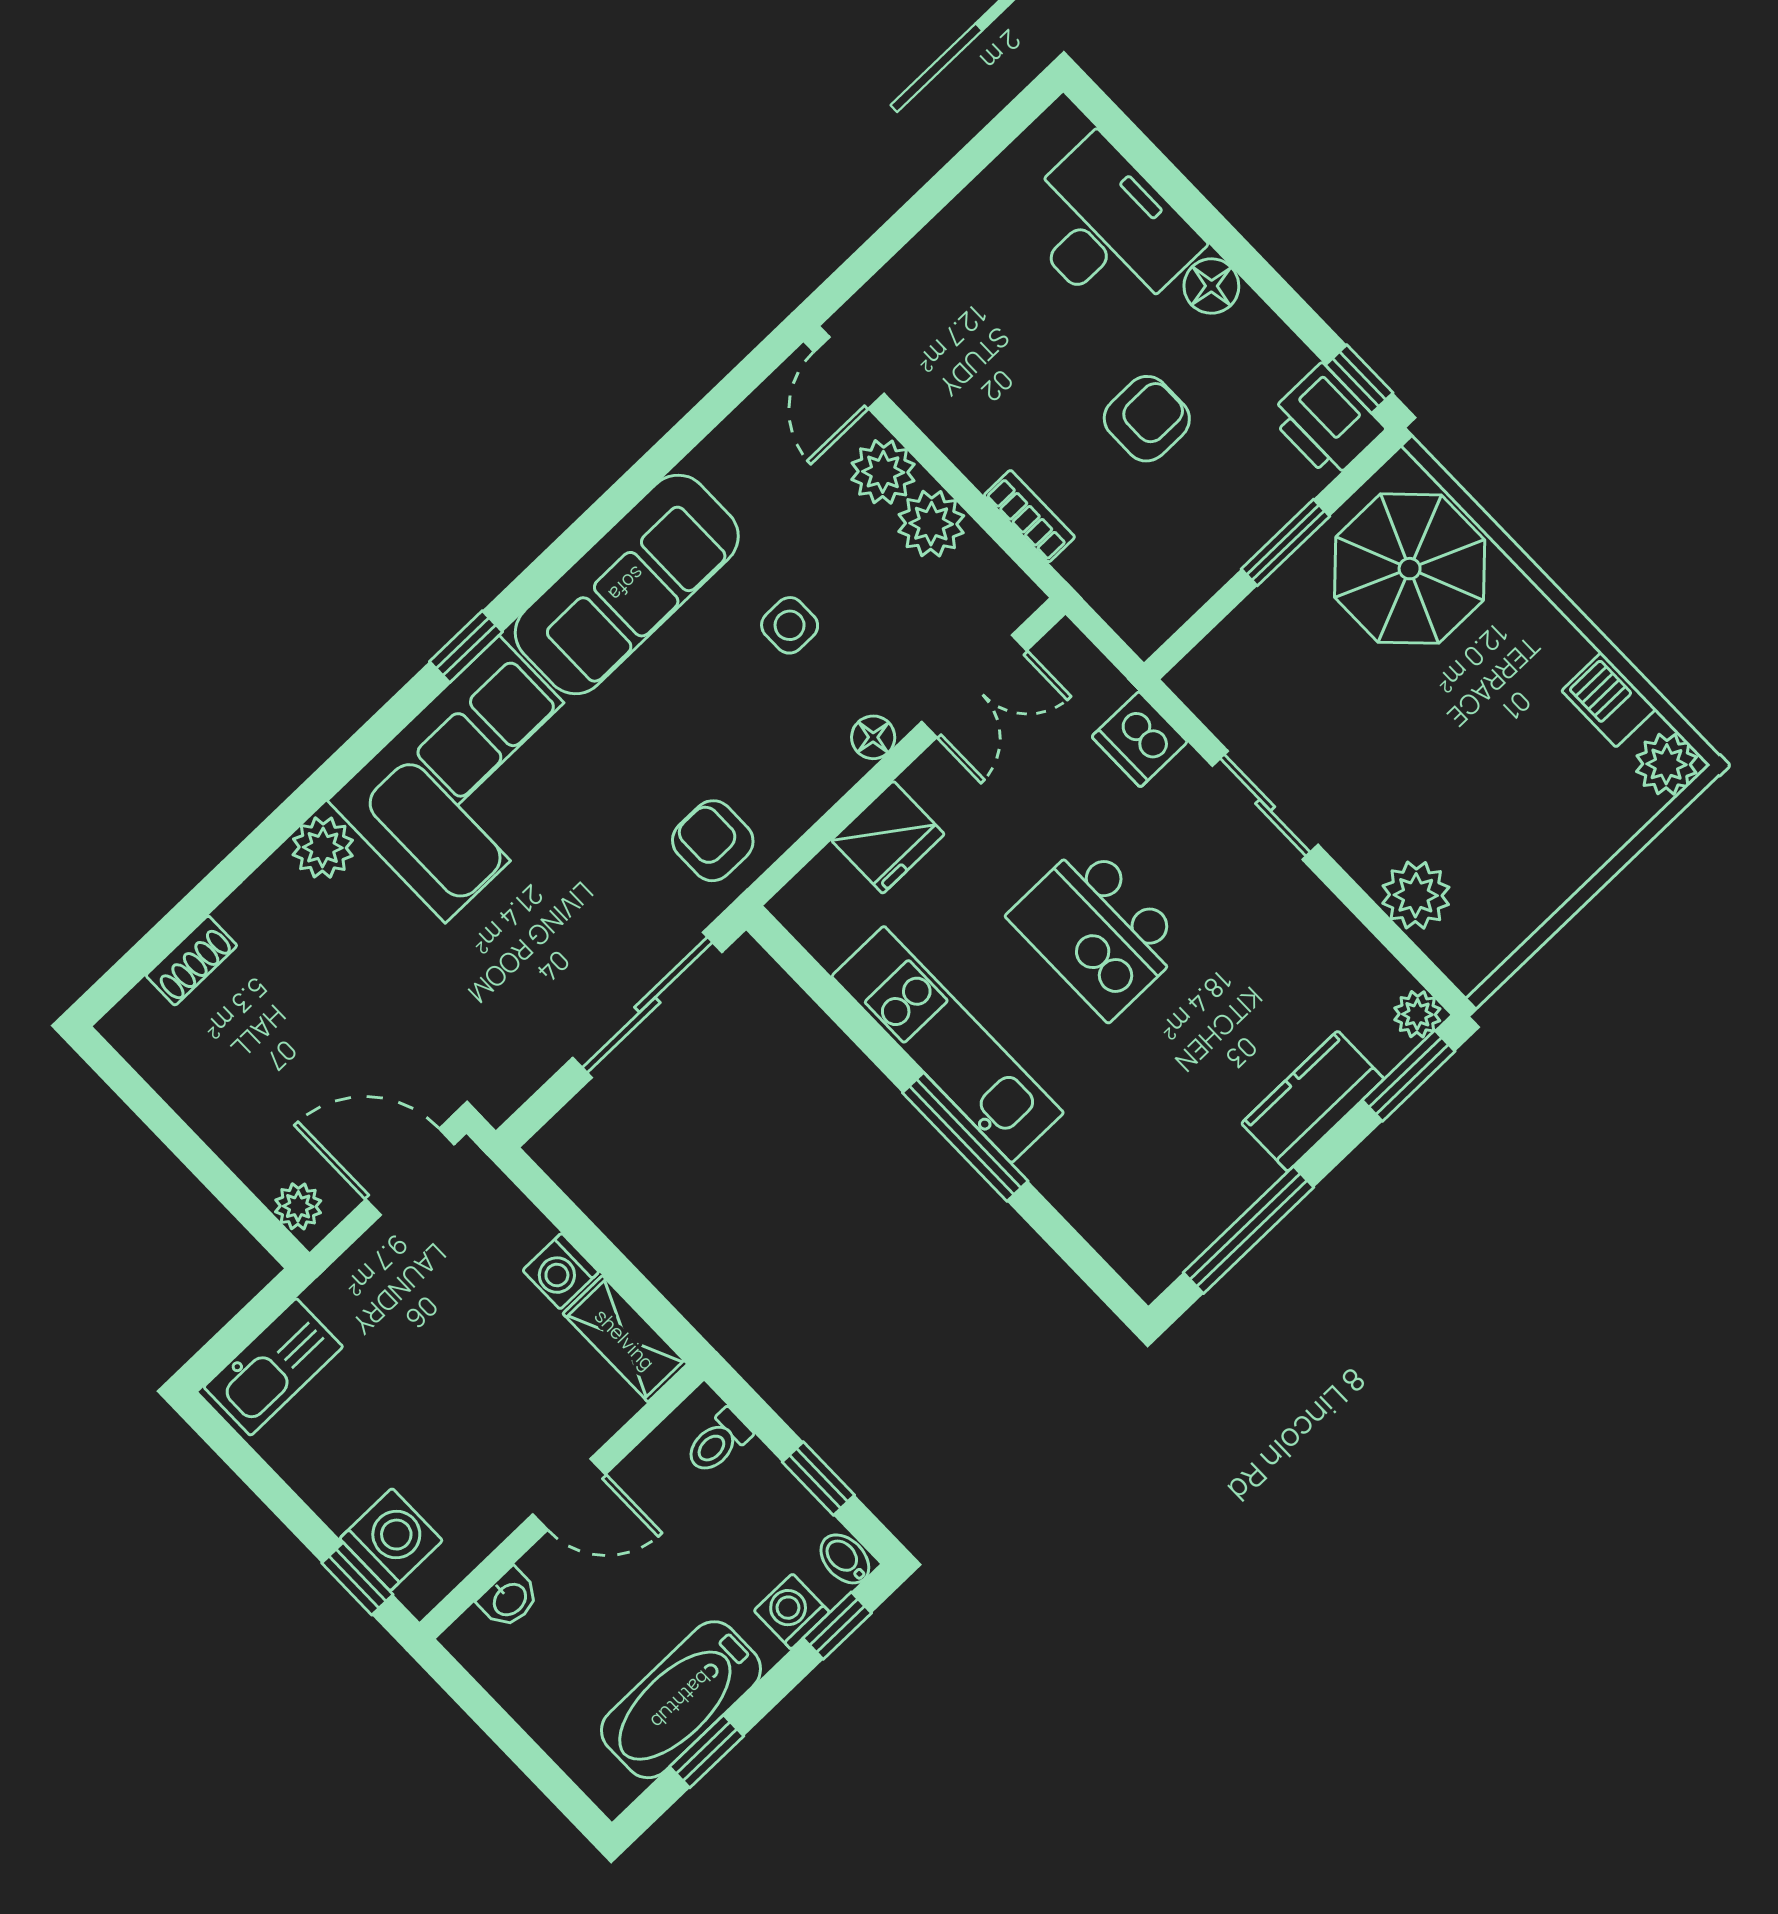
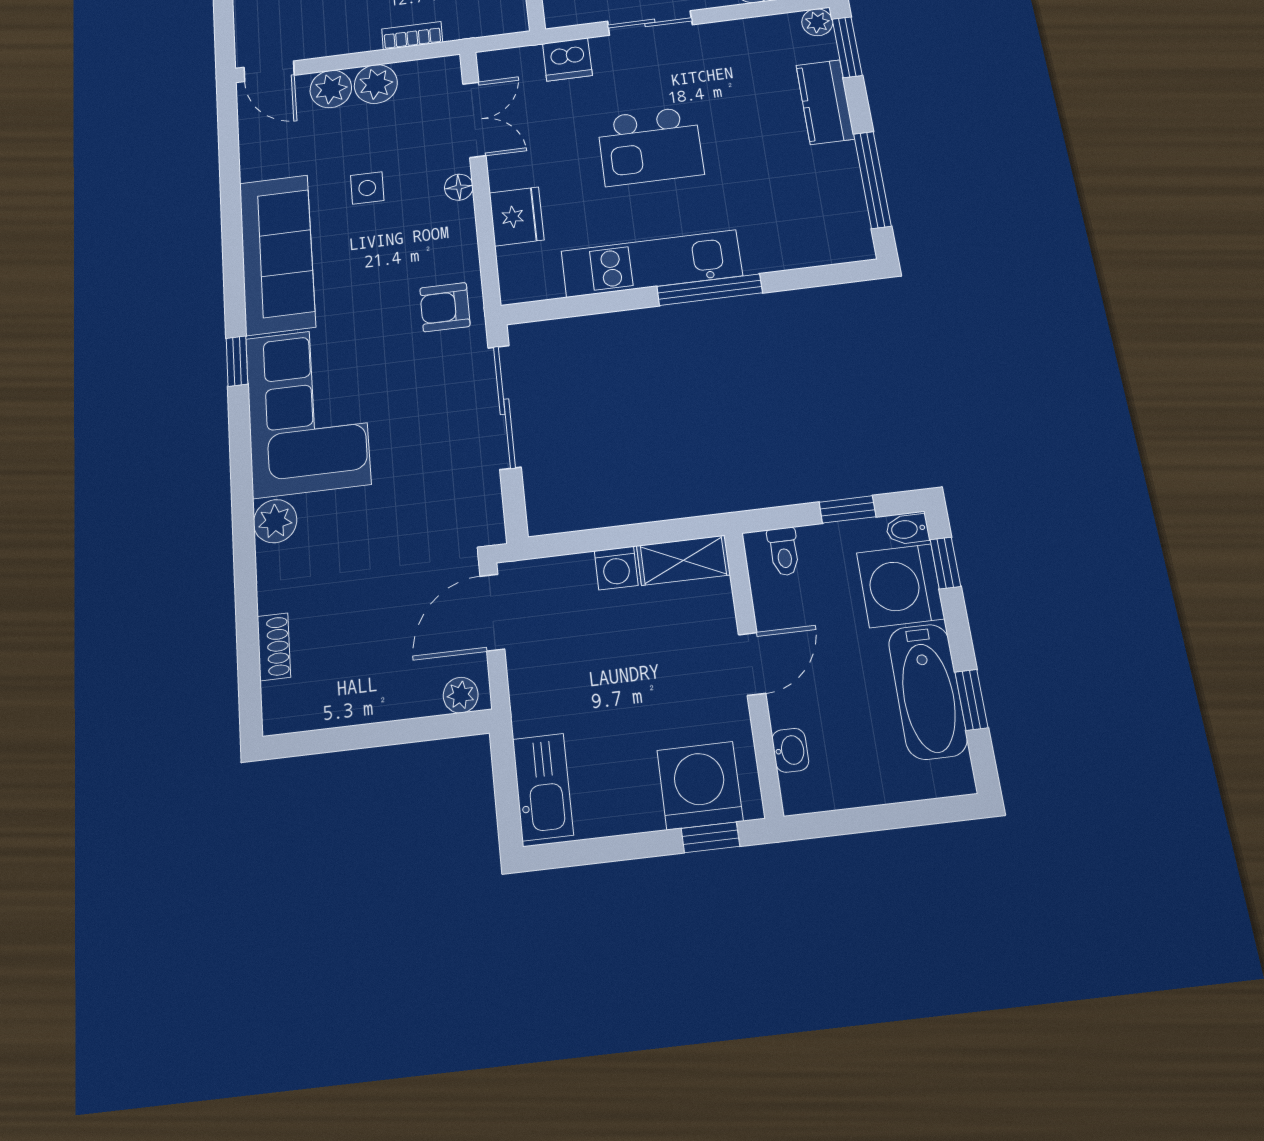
washing machine: (391, 1540) -> (700, 785), width x1.37, depth x1.37
washing machine: (792, 1611) -> (900, 586), width x1.89, depth x1.89

